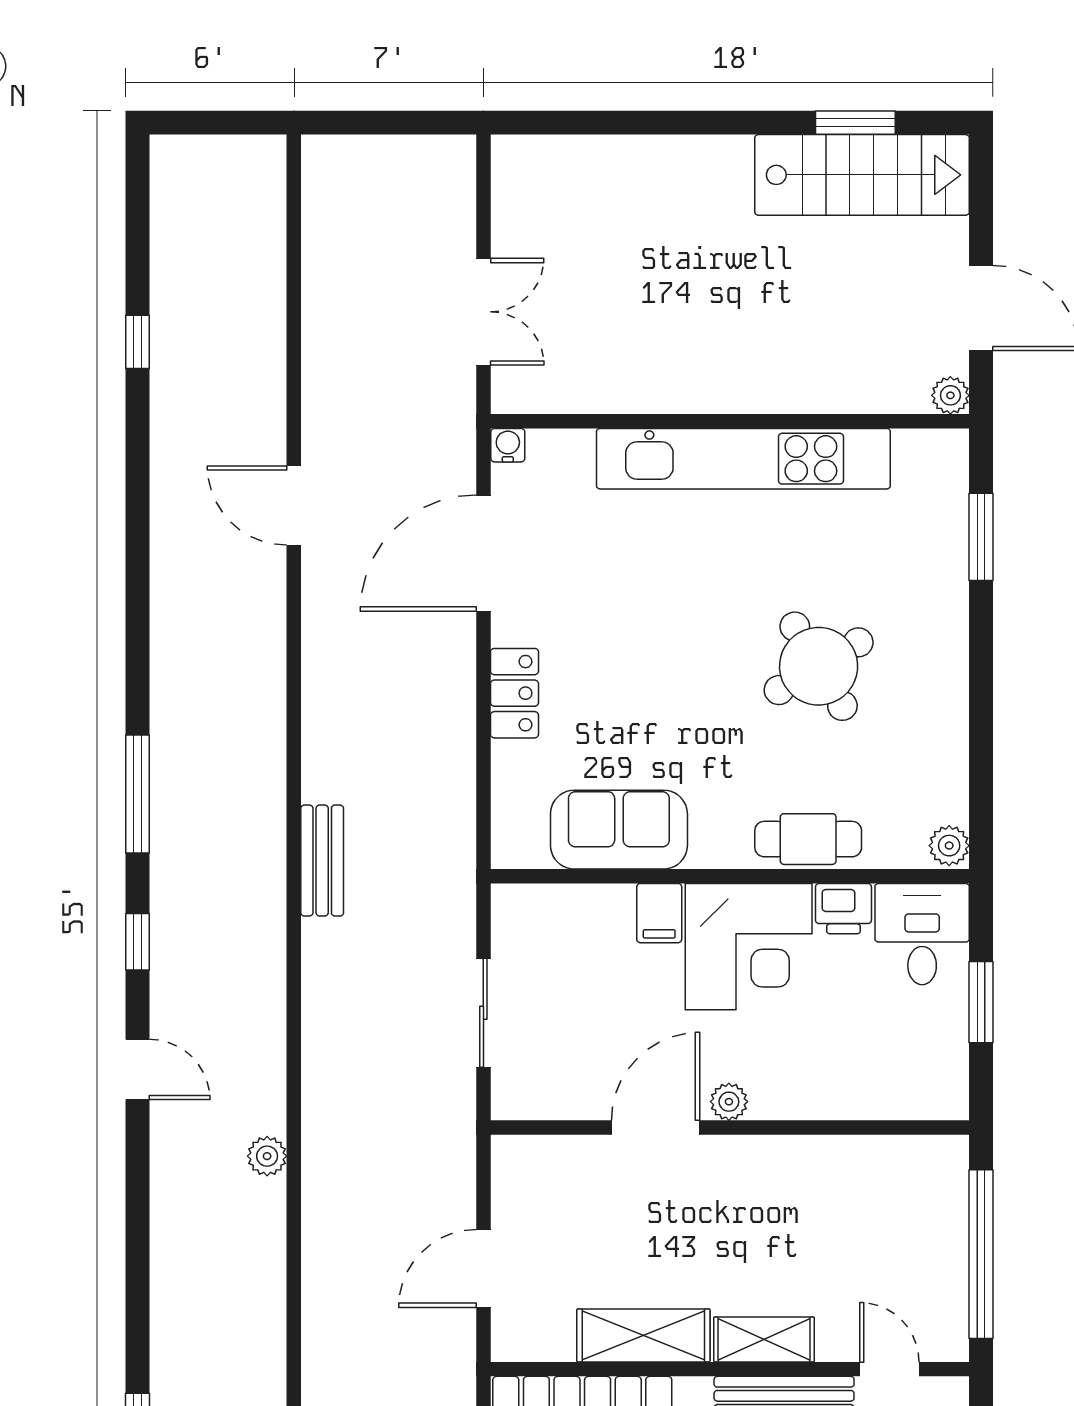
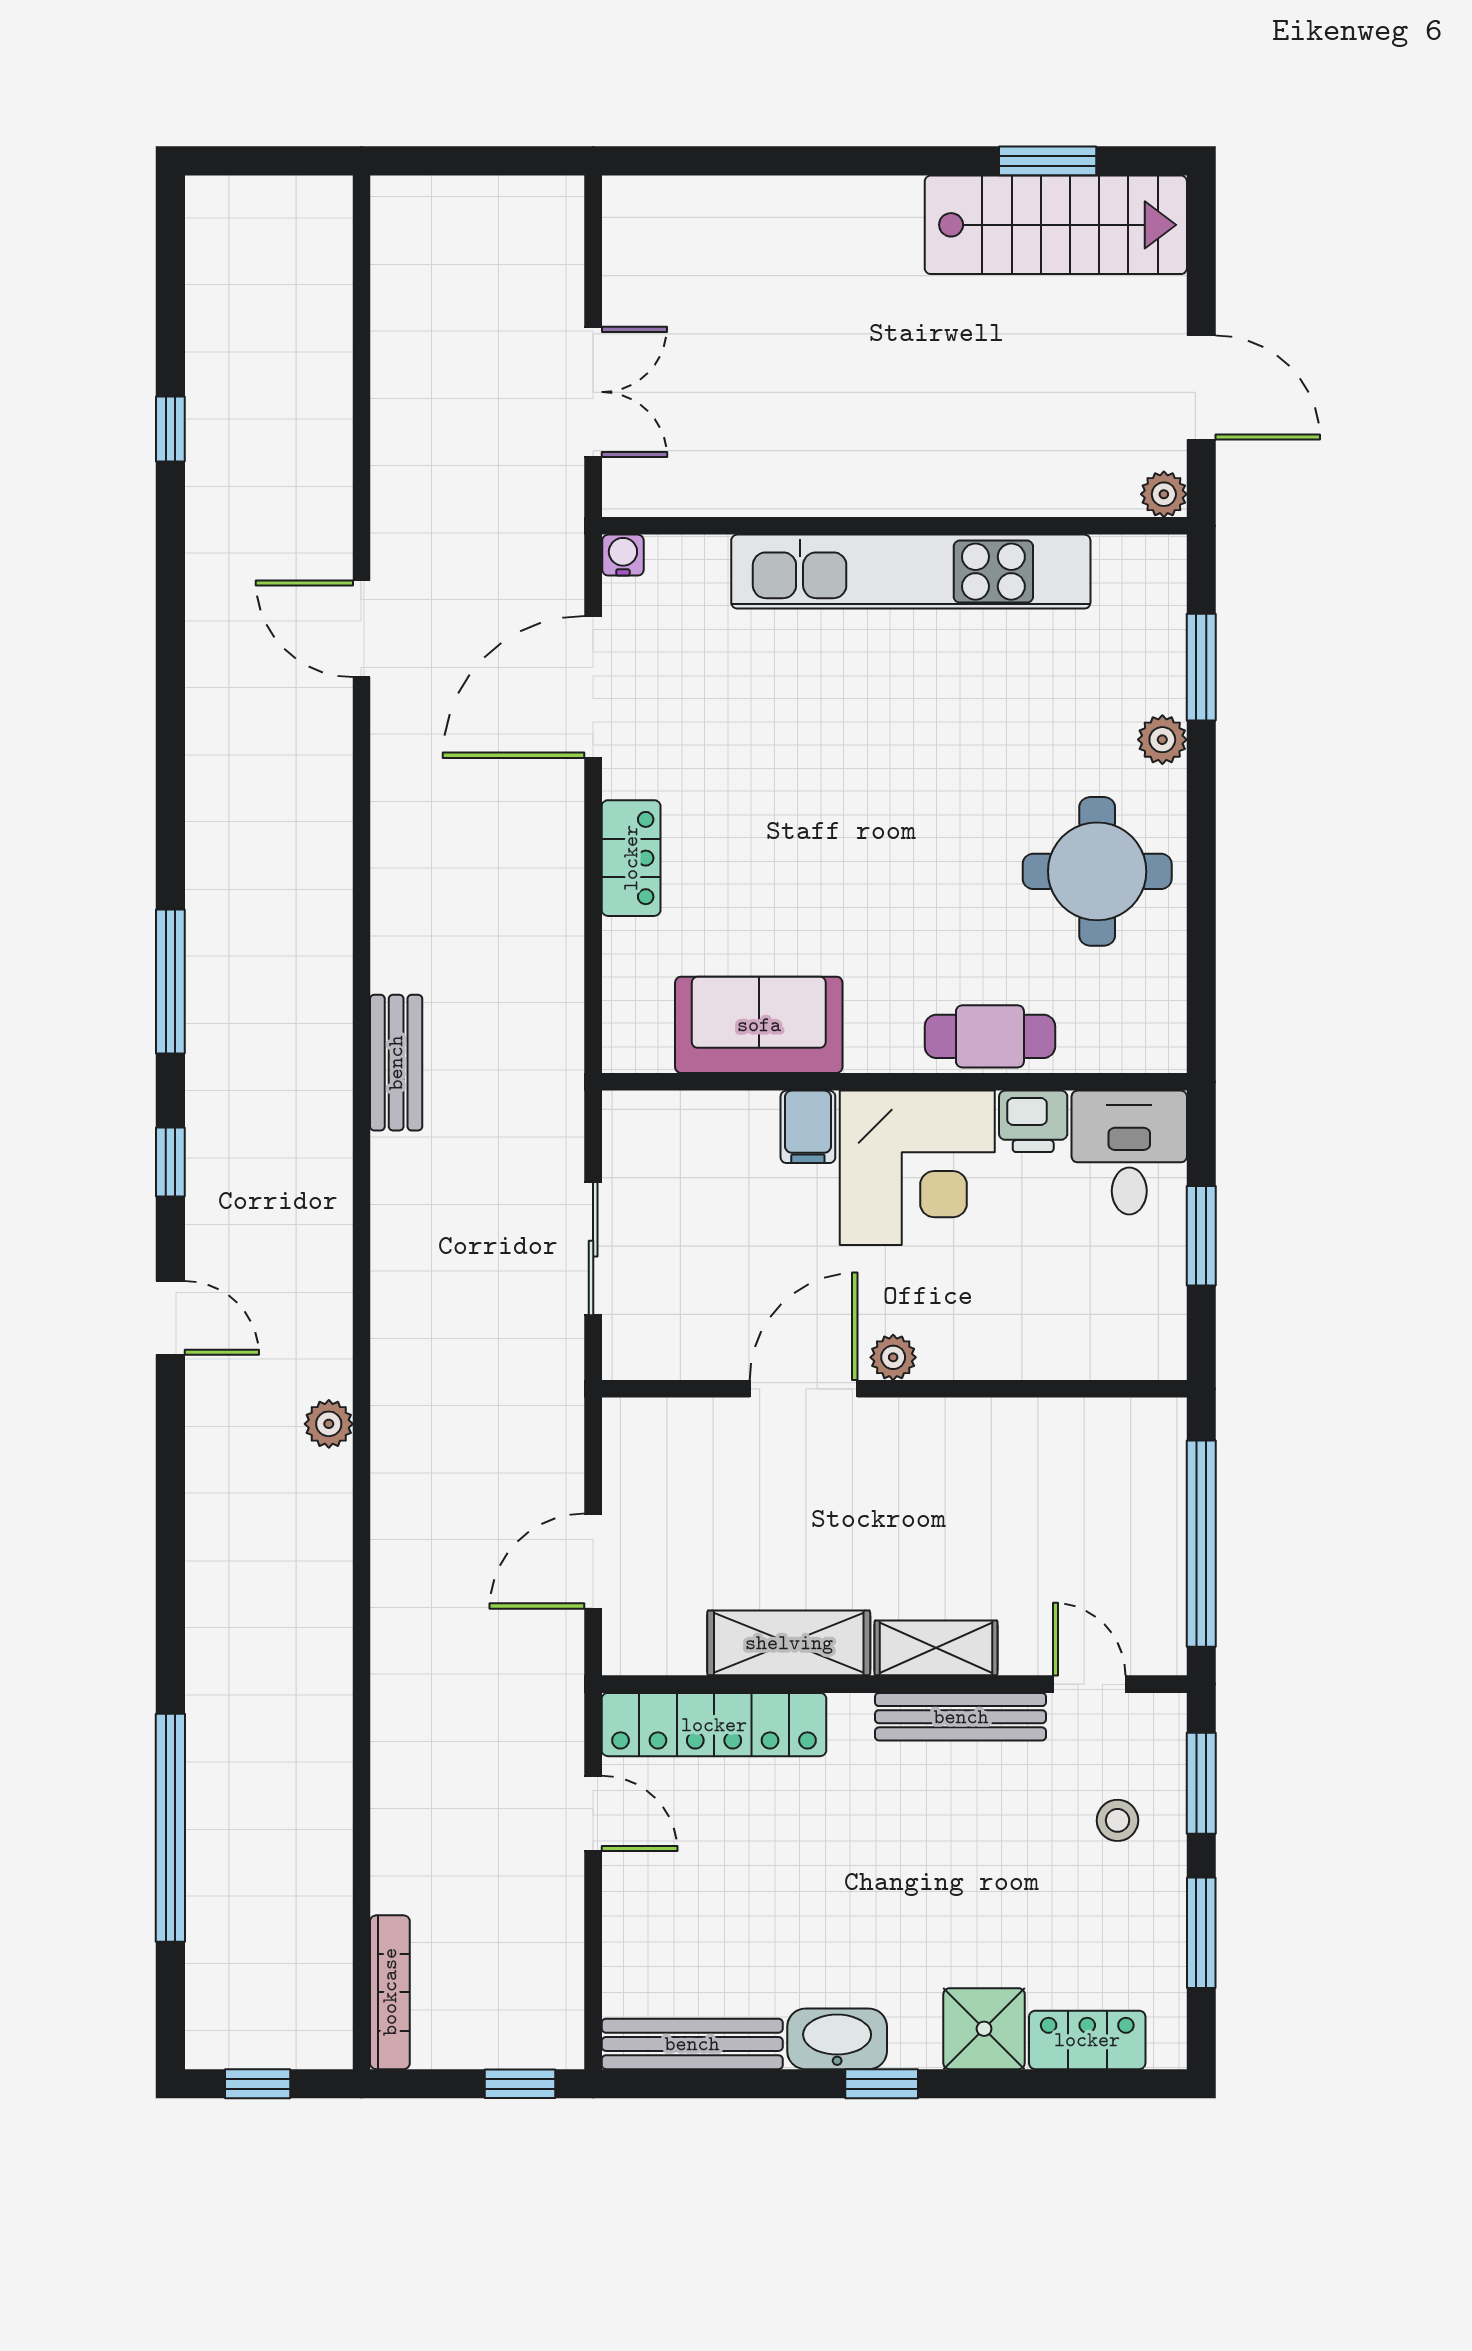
round table: (819, 666) -> (1097, 871), moved, turned 31
plant: (949, 846) -> (1162, 740), moved

